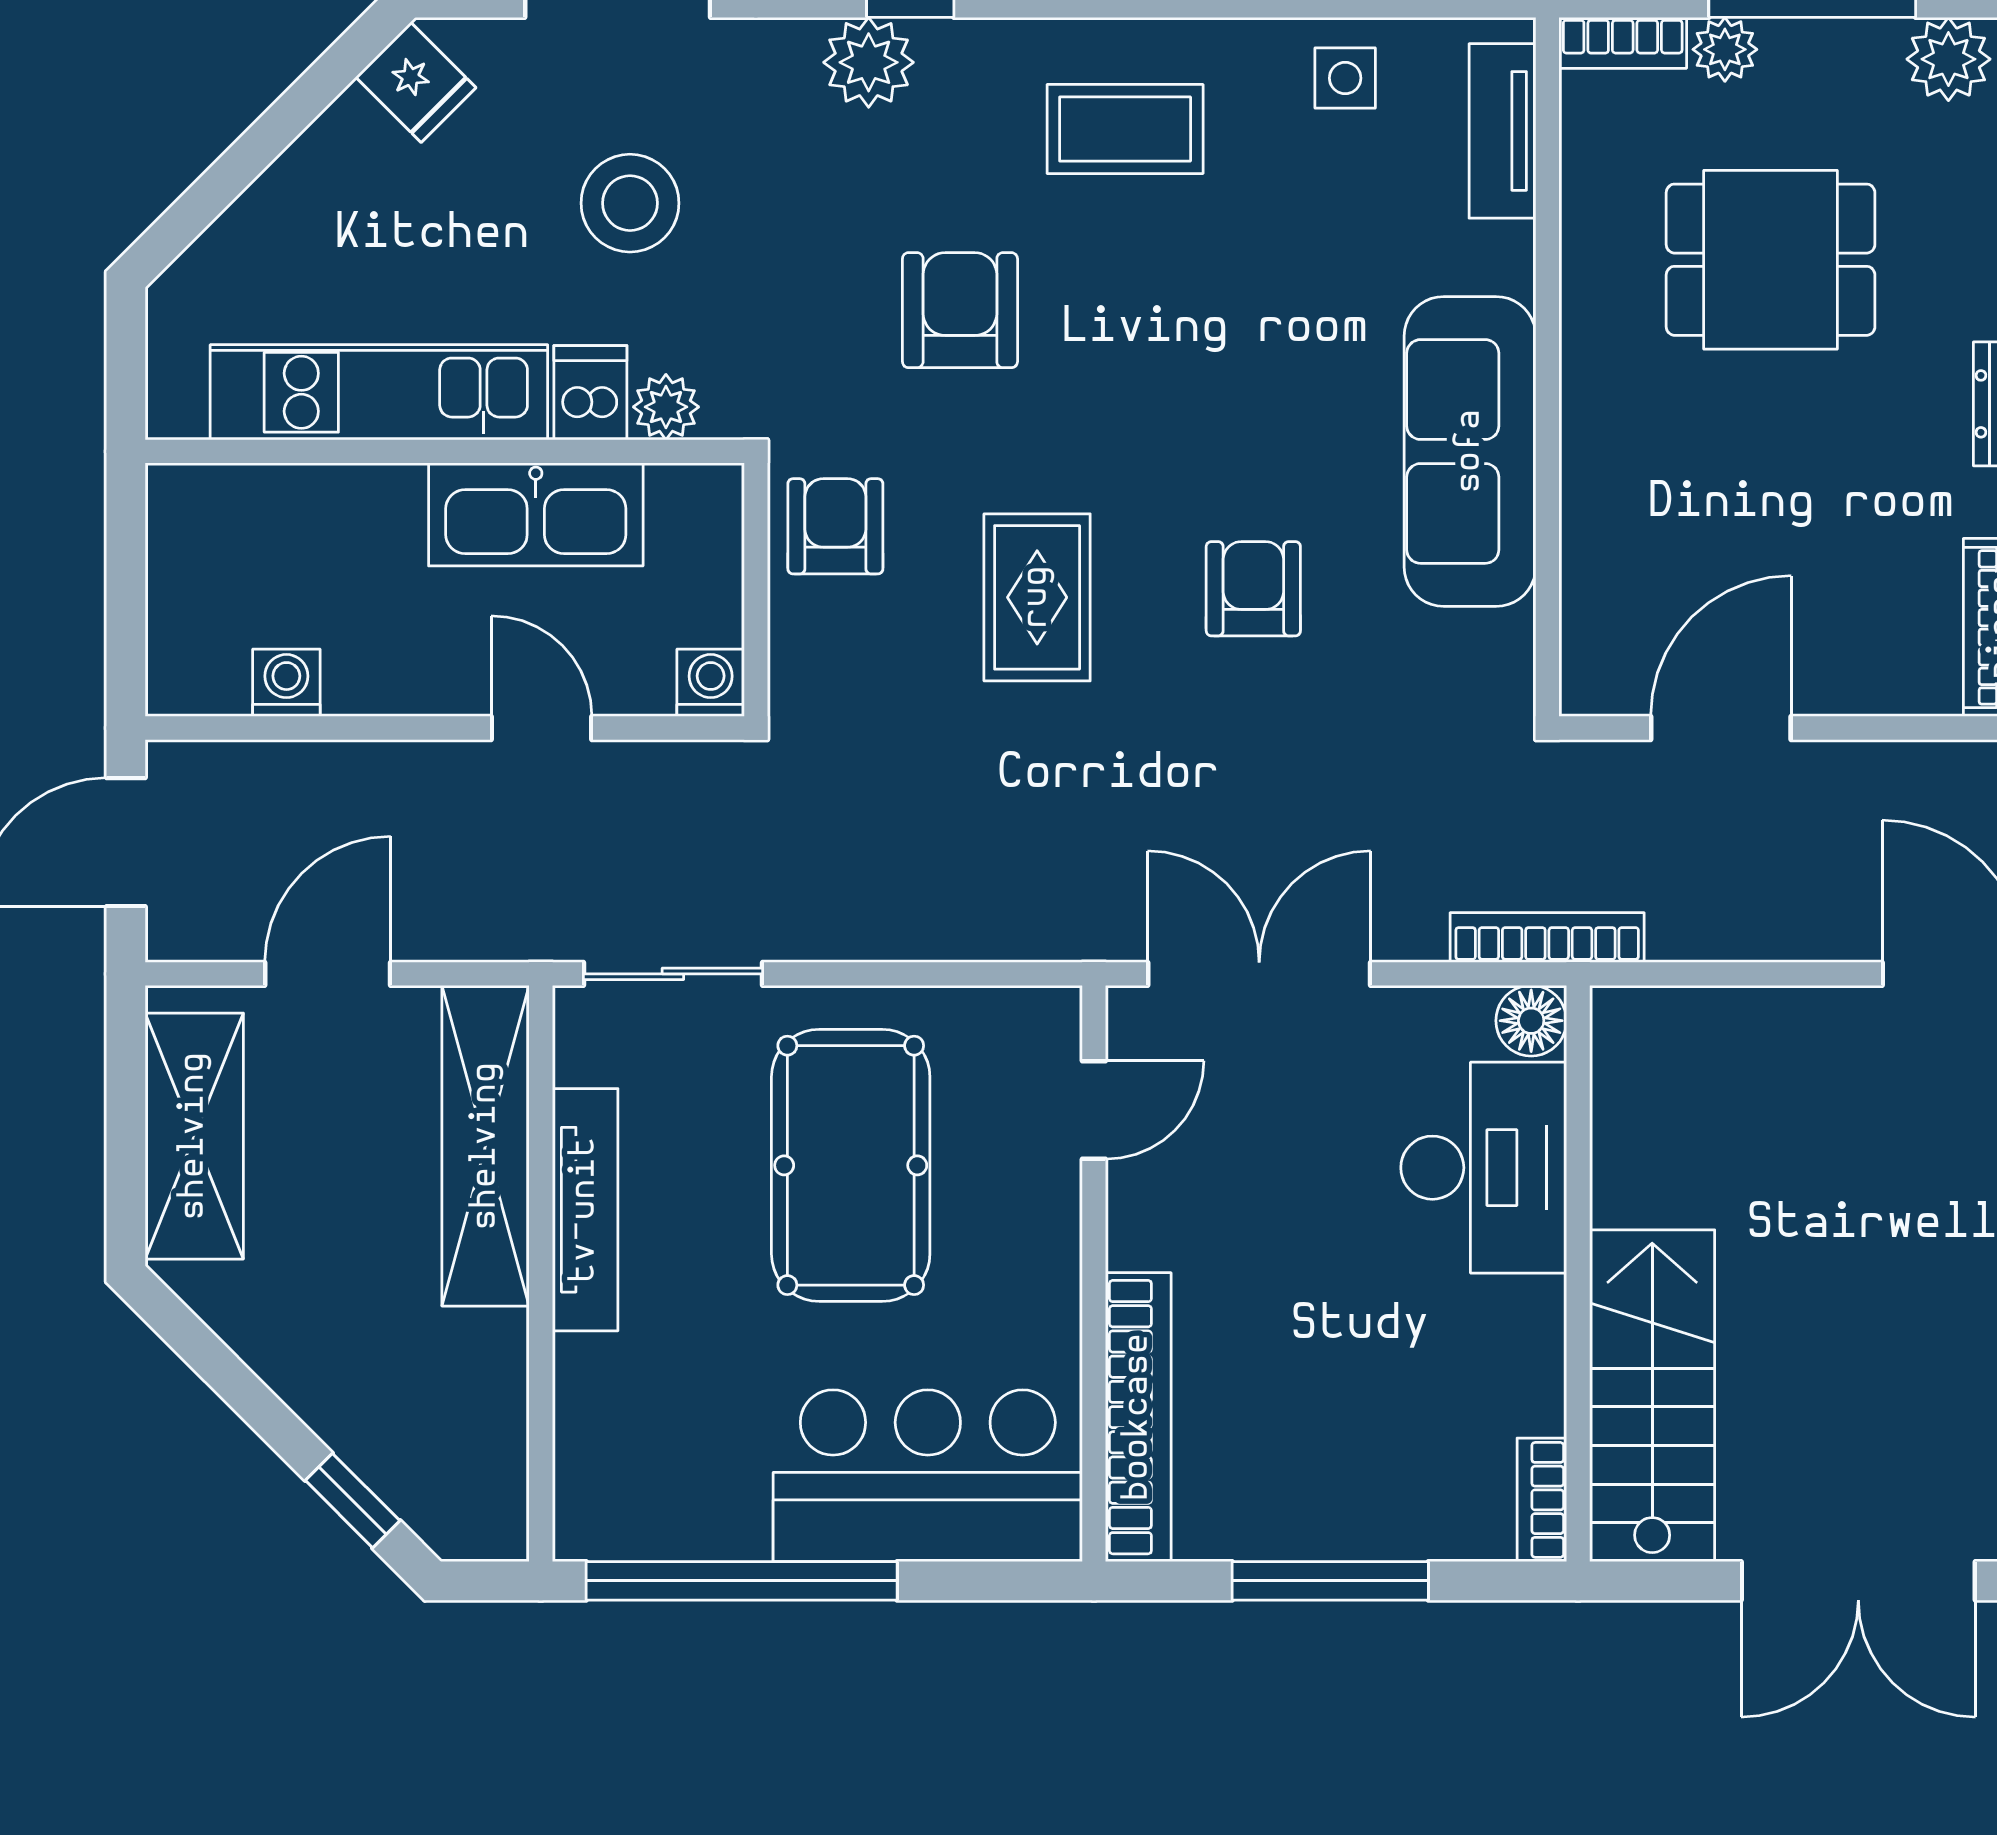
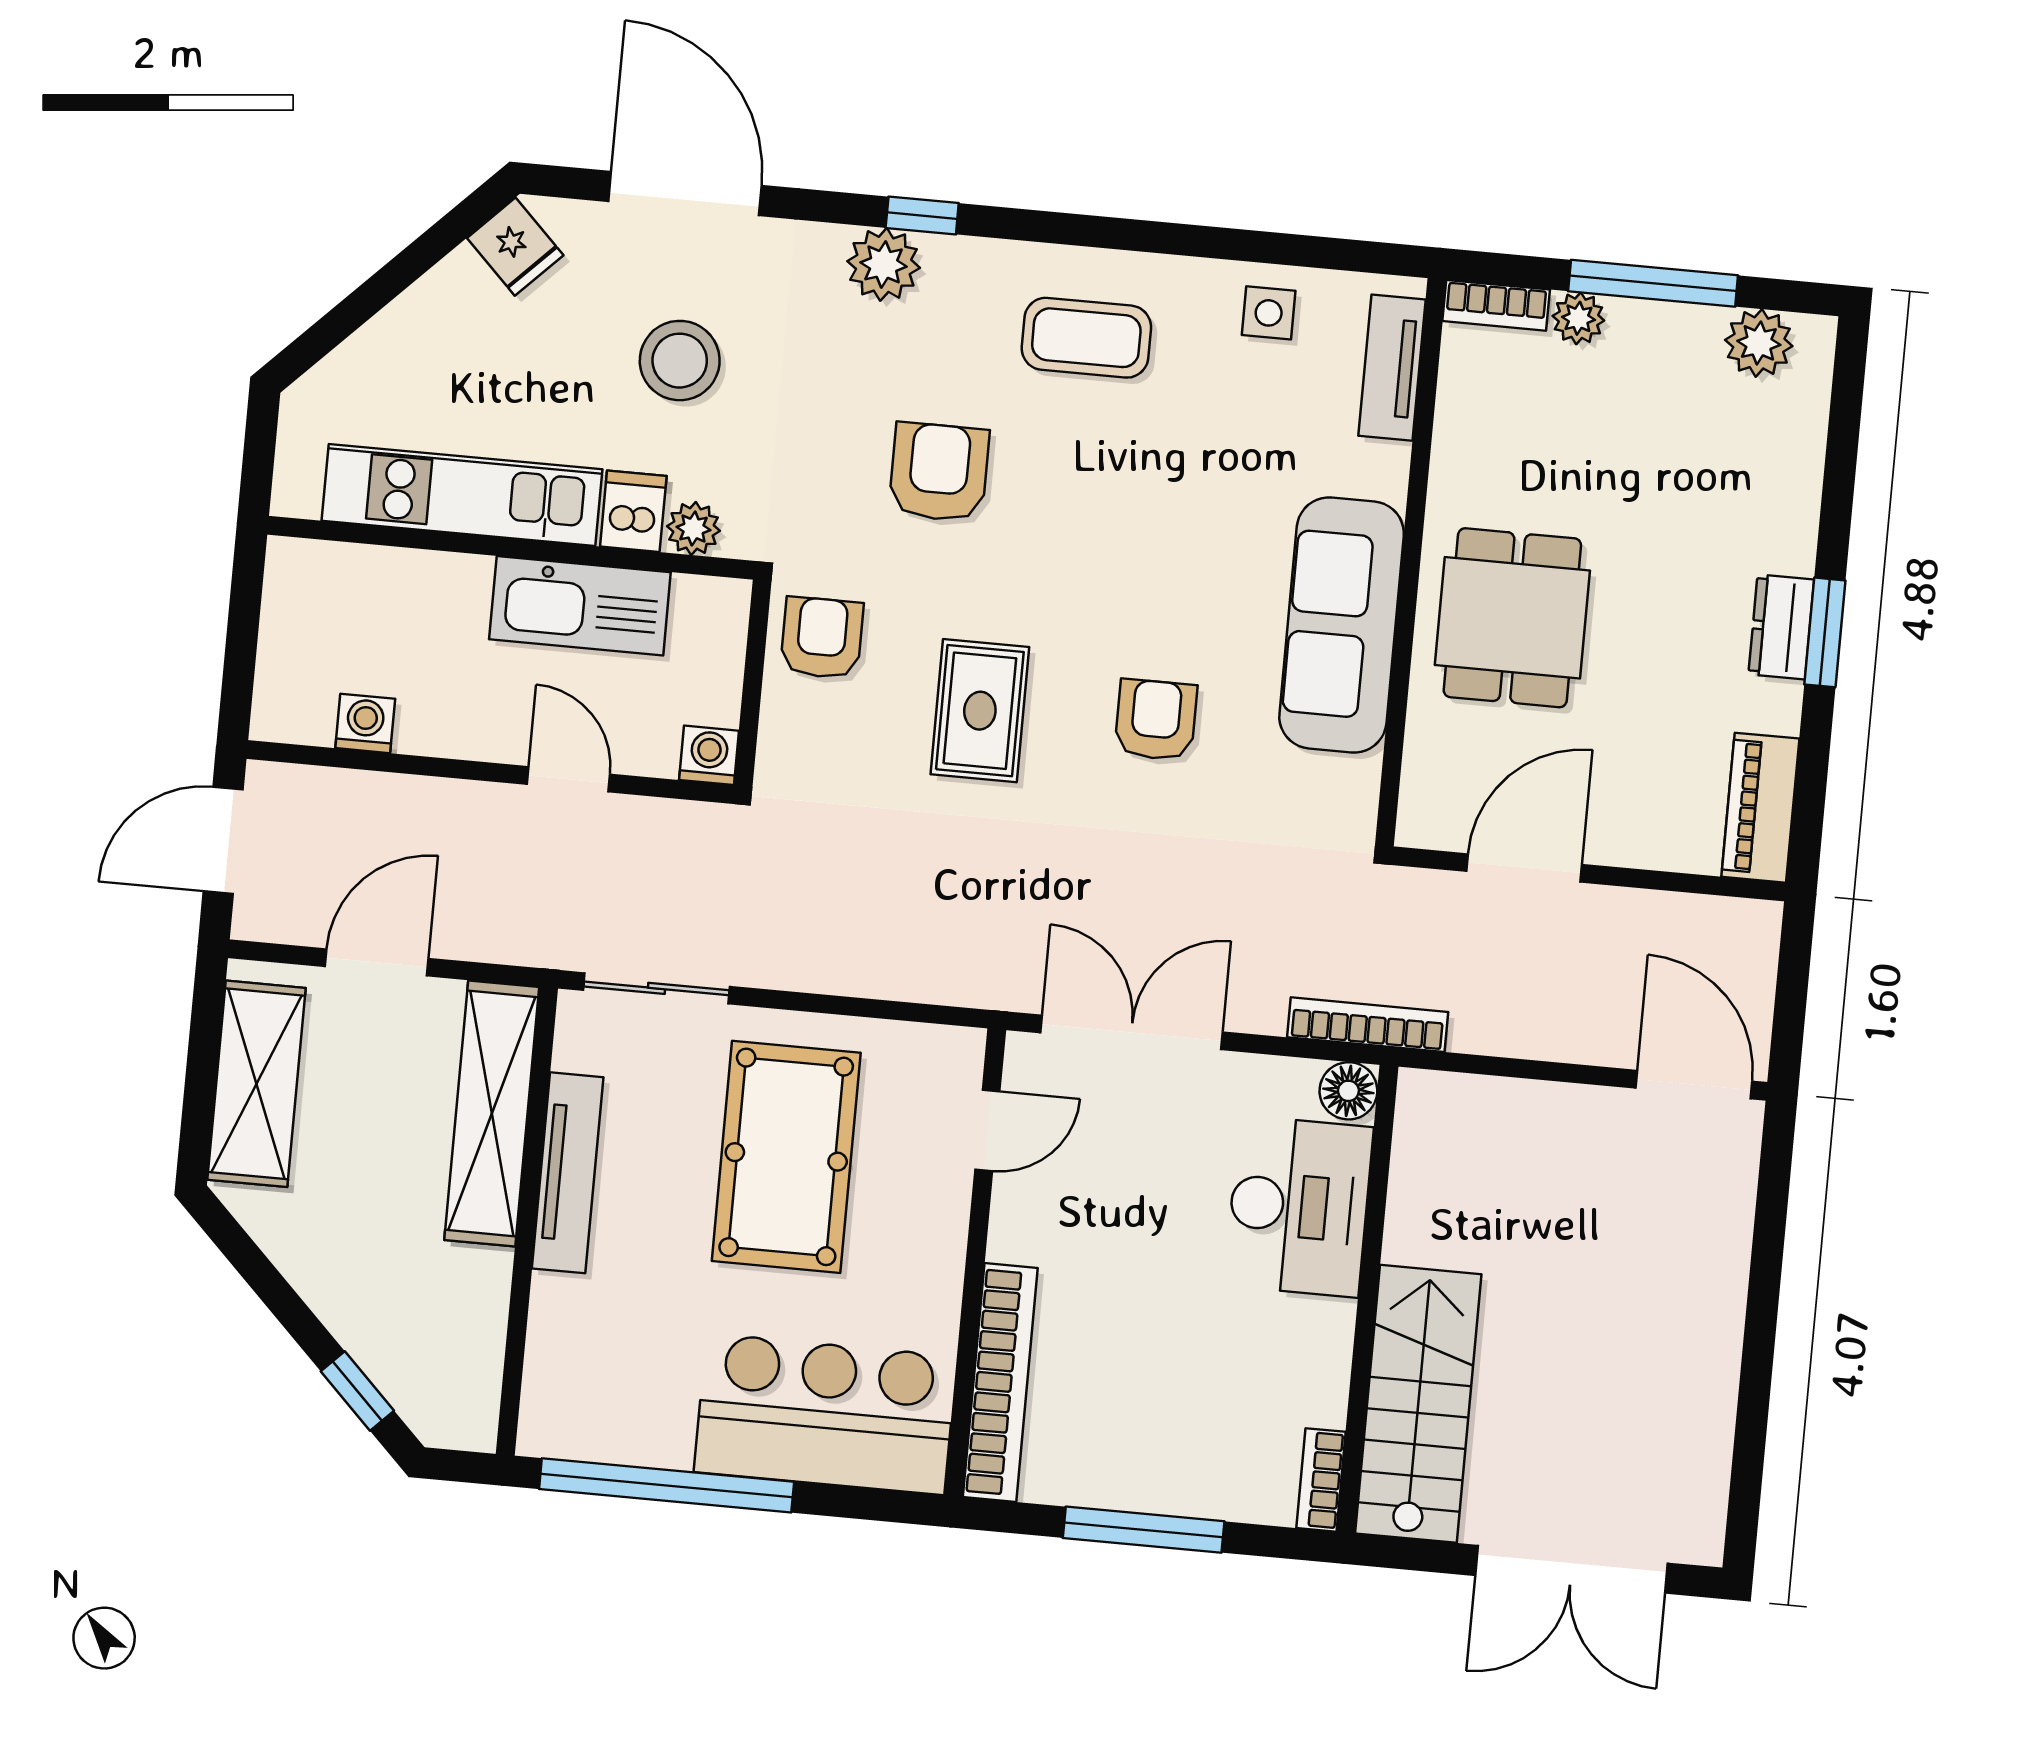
dining table: (1771, 260) -> (1512, 618), moved, turned 90

